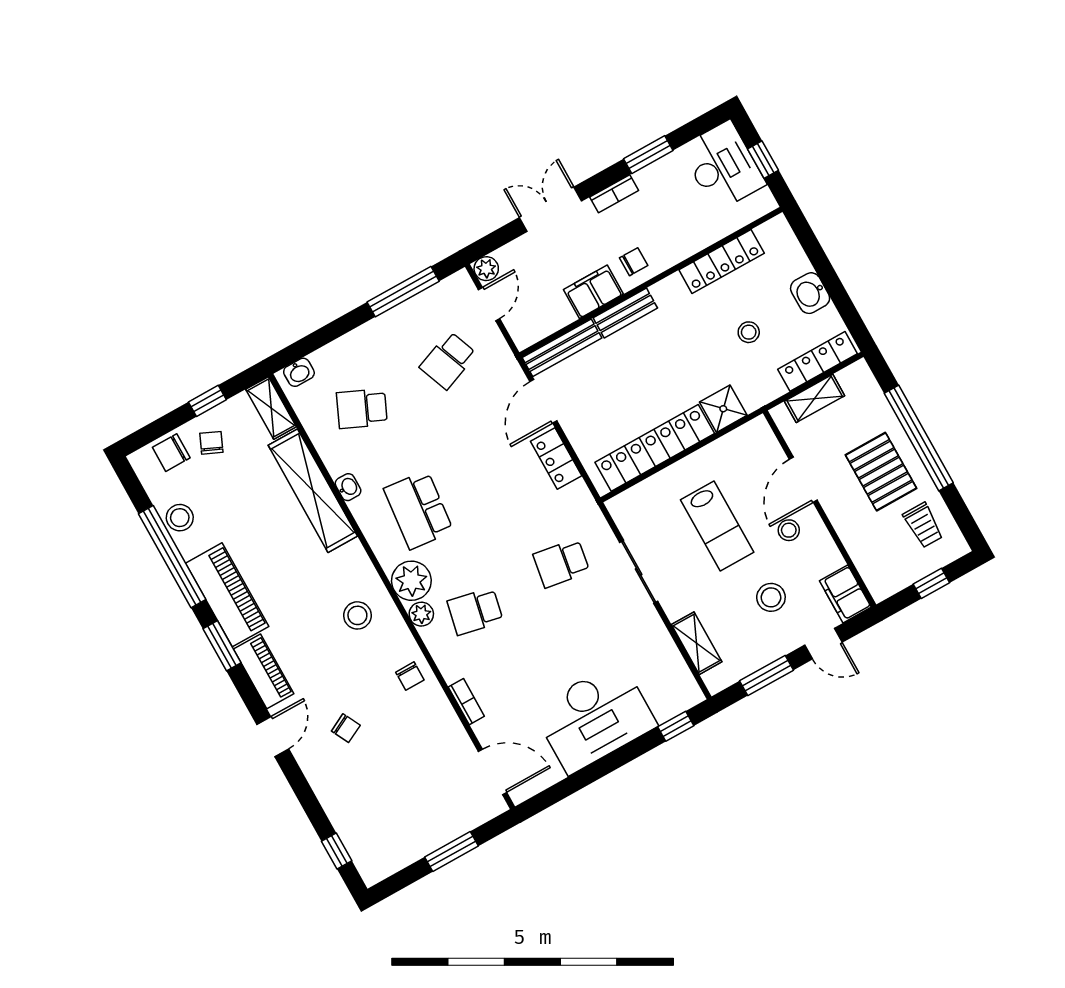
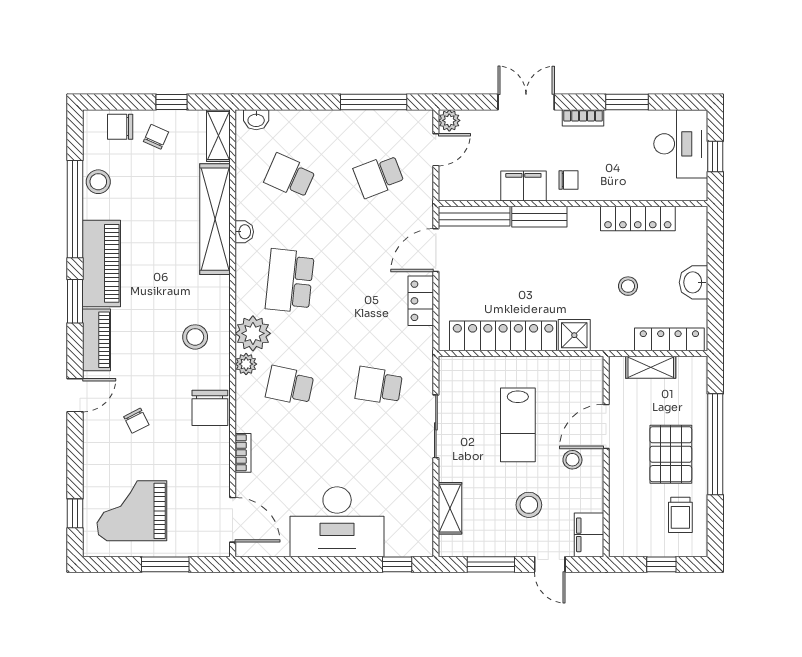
chair: (410, 676) -> (210, 408), width x1.87, depth x1.87
grand piano: (390, 818) -> (132, 511), added

